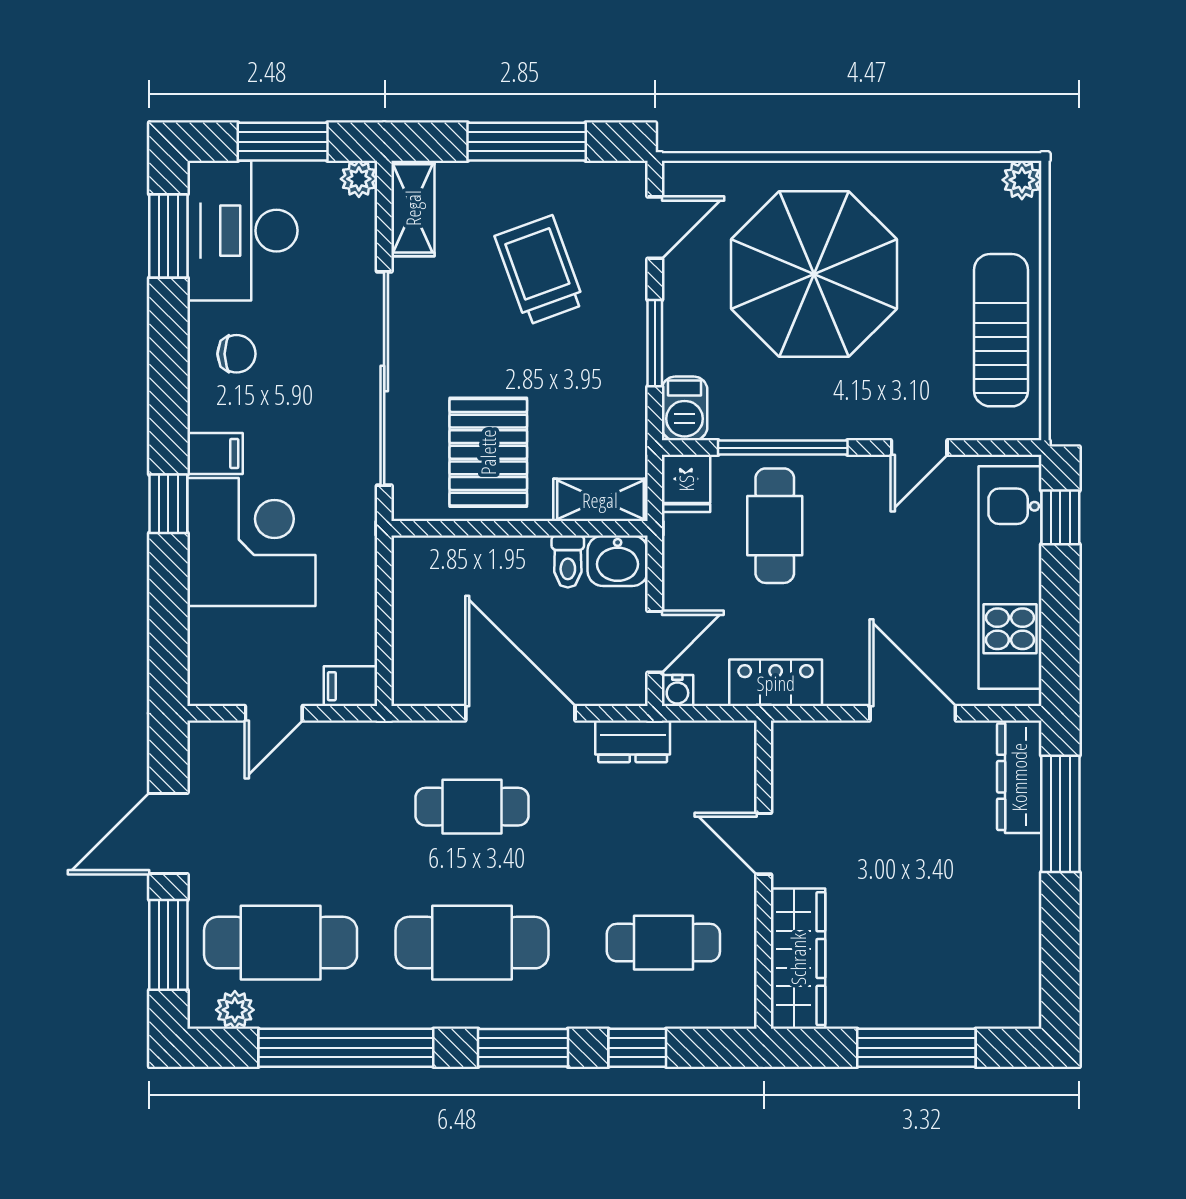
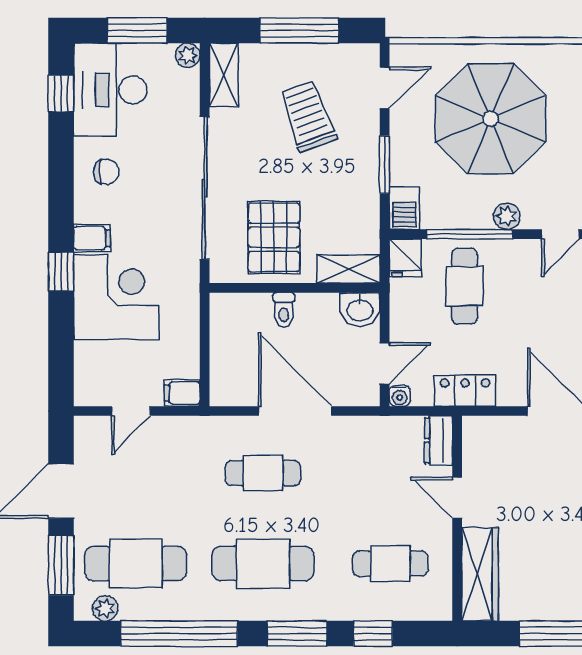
window: (168, 236) -> (61, 93), width x0.67
plant: (838, 421) -> (507, 216), added
toilet: (568, 562) -> (284, 310), moved
dresser: (633, 741) -> (439, 441), moved, turned 90

